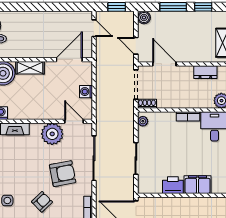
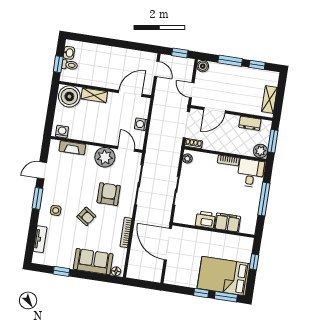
door: (164, 64) -> (215, 110), swing flipped
armchair: (63, 174) -> (109, 194), turned -79
armchair: (42, 202) -> (86, 216), turned 79

